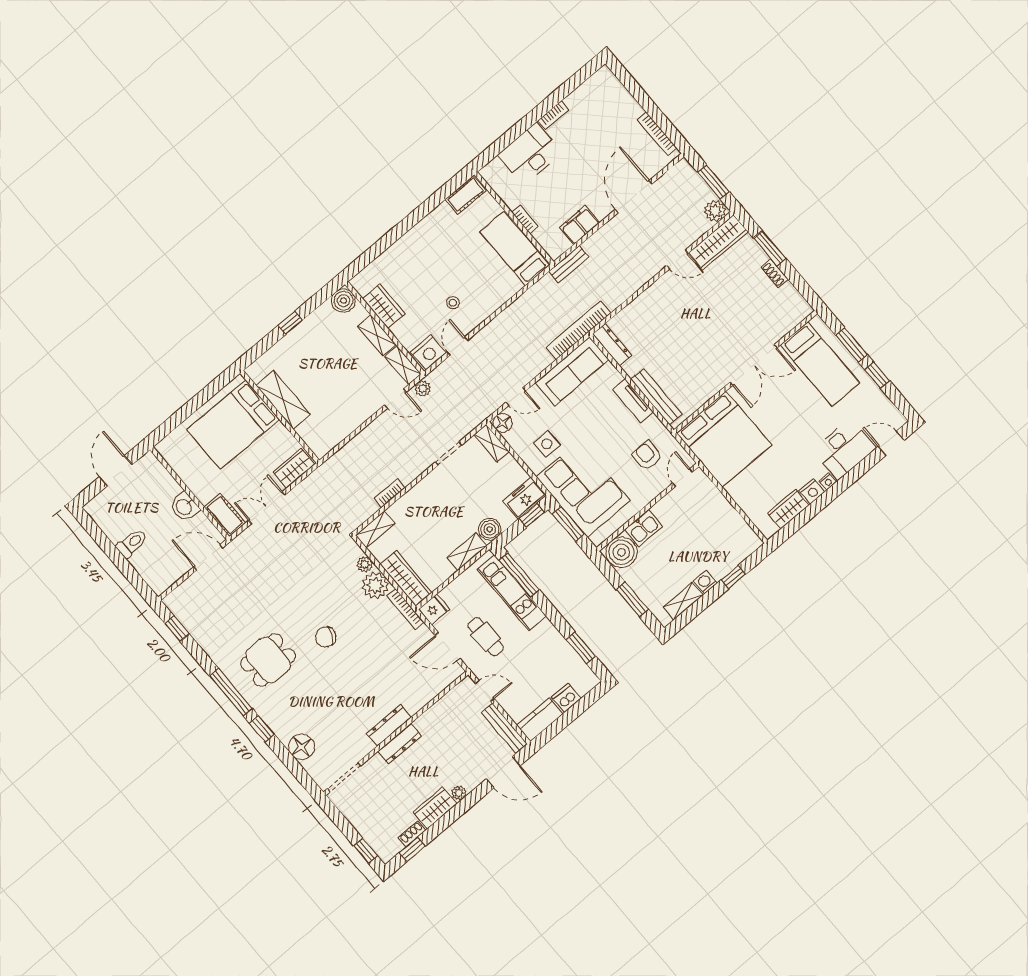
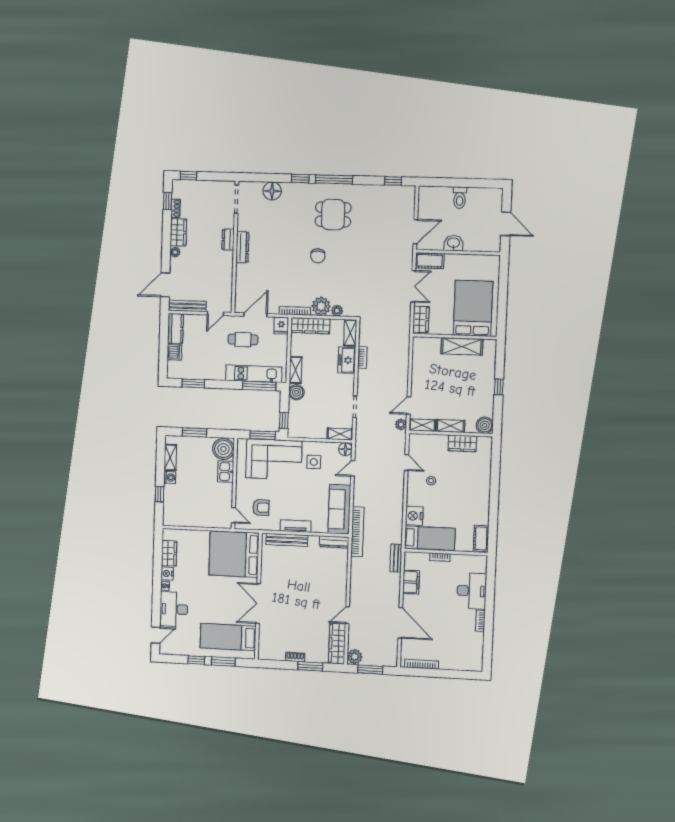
nightstand: (428, 353) -> (414, 516), moved
freezer: (525, 498) -> (347, 360), moved, turned 180
chair: (326, 637) -> (318, 256), turned 153
dining table: (268, 660) -> (333, 215), turned 90
dresser: (400, 744) -> (228, 240), width x0.70

